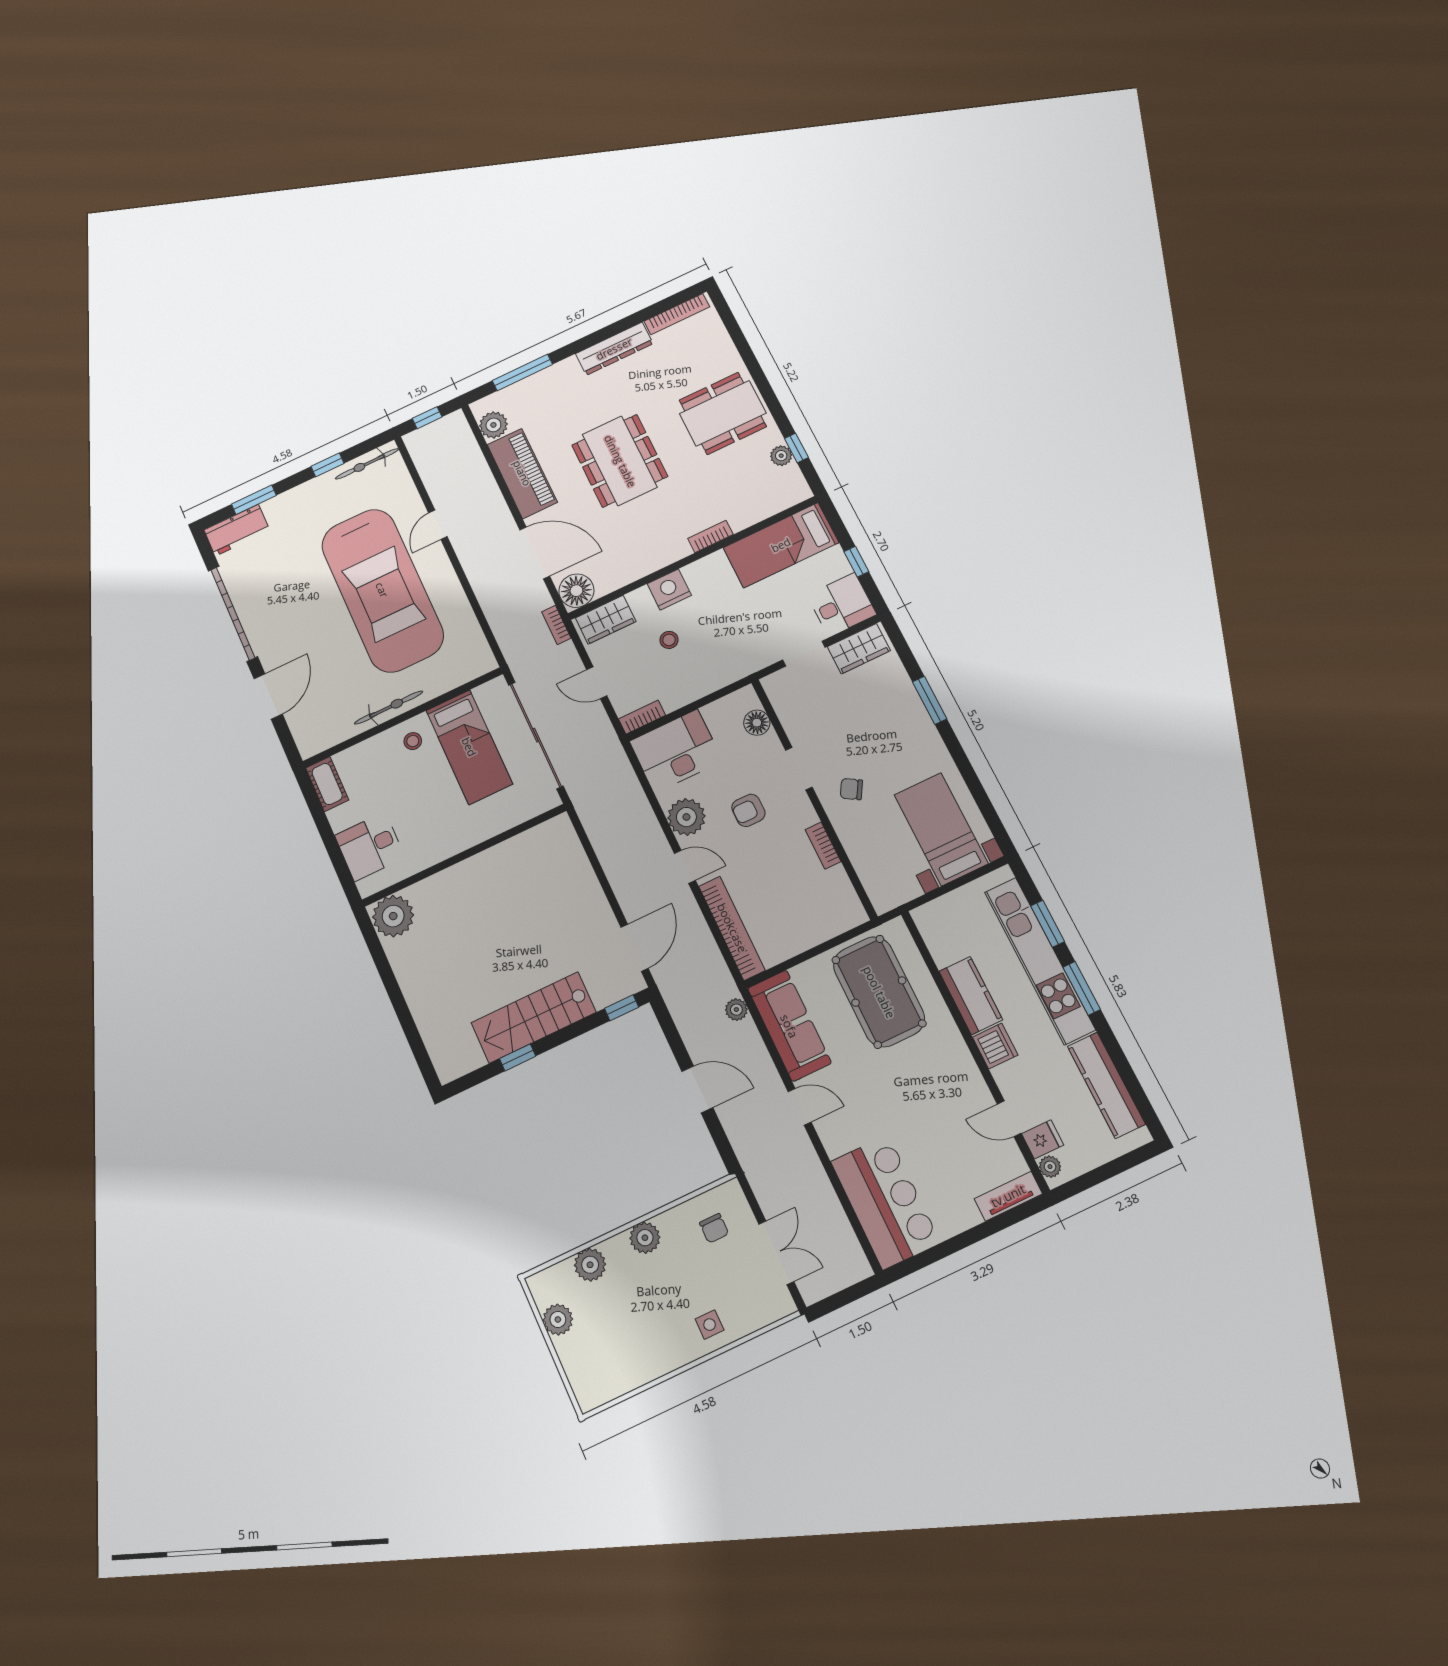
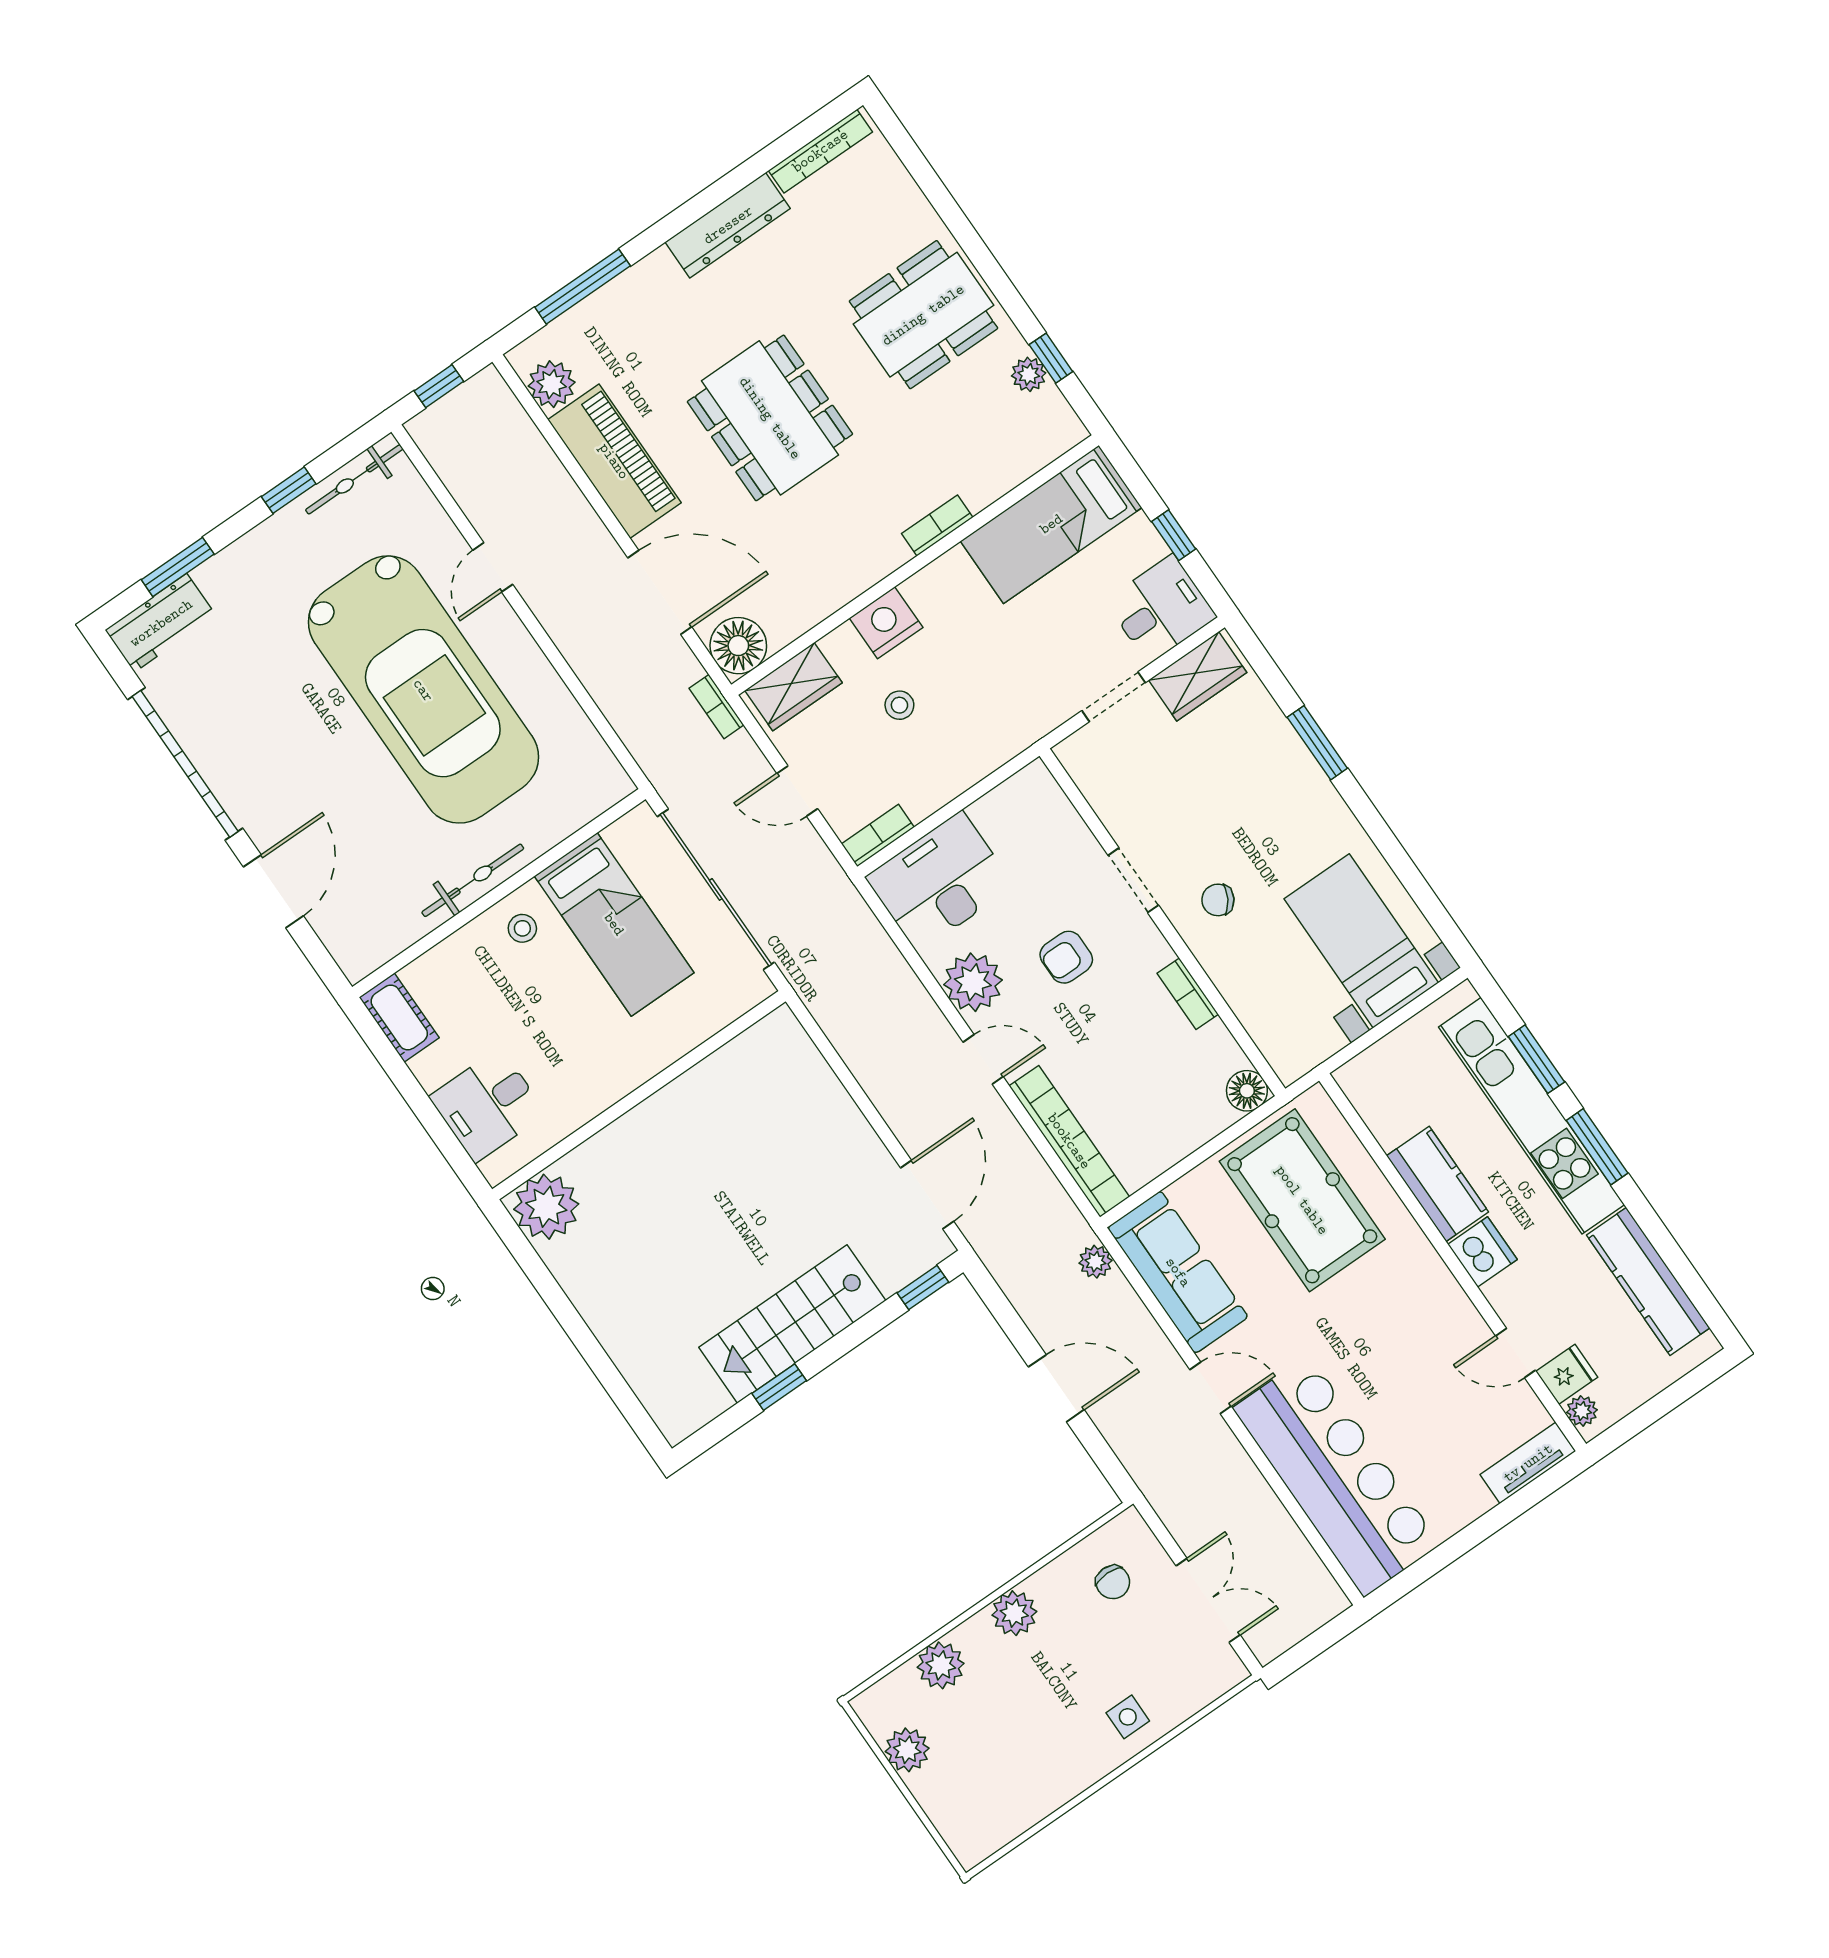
floor lamp: (757, 723) -> (1247, 1091), moved
bar counter: (885, 1202) -> (1337, 1476), width x1.36

